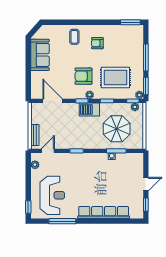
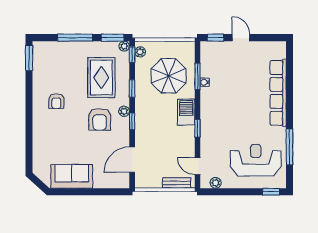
coffee table: (74, 37) -> (48, 131), removed
barbecue: (89, 110) -> (186, 112), moved, turned 180
window: (146, 205) -> (216, 38), moved

